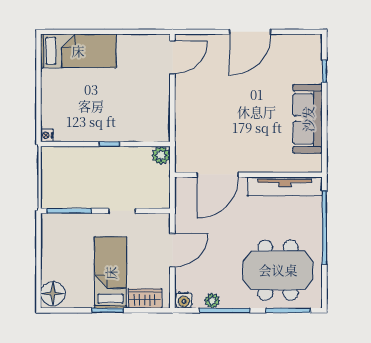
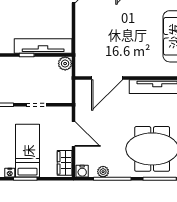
tv unit: (131, 132) -> (43, 46), added
door: (172, 250) -> (74, 134), hinge flipped
wardrobe: (145, 298) -> (65, 163), moved, turned -90
nightstand: (87, 302) -> (10, 173), added

